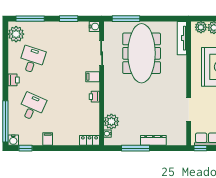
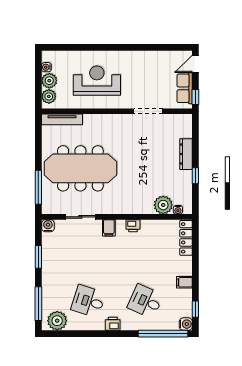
locker: (90, 140) -> (186, 238), width x1.53
window: (135, 148) -> (195, 176), width x0.46

